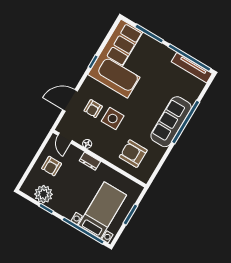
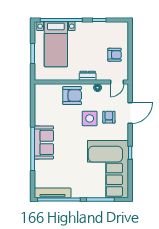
sofa: (171, 122) -> (44, 142), width x0.73
door: (65, 138) -> (117, 82), swing flipped
armchair: (133, 154) -> (72, 96), moved
armchair: (52, 166) -> (115, 55), turned 90
plant: (43, 194) -> (108, 30), removed

